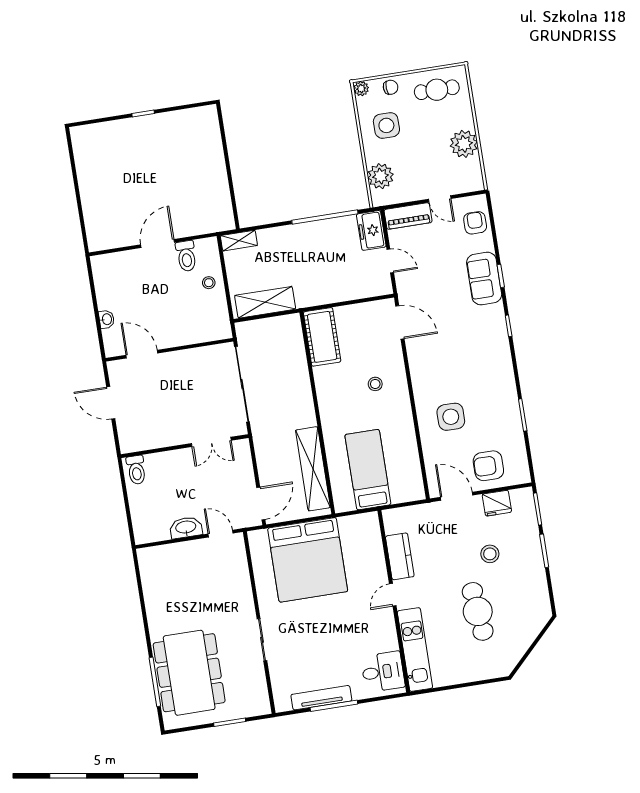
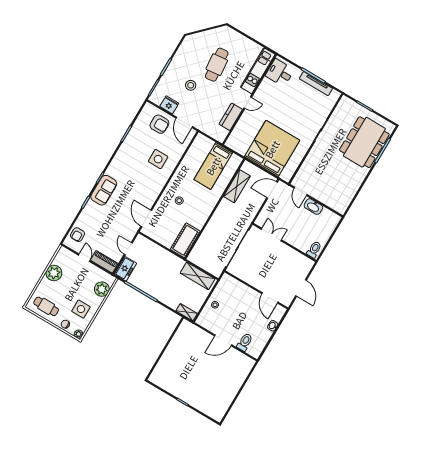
toilet: (186, 256) -> (245, 342), moved
sofa: (484, 279) -> (104, 190), moved
shelving: (313, 469) -> (237, 186), width x0.68

